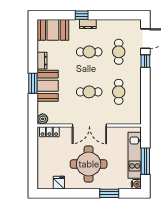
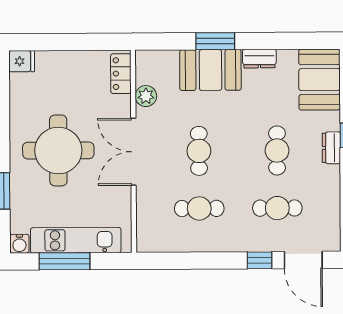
plant: (43, 119) -> (146, 96), moved
fridge: (59, 183) -> (22, 61), moved

